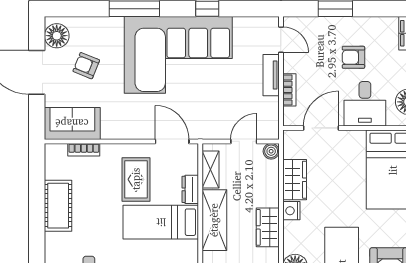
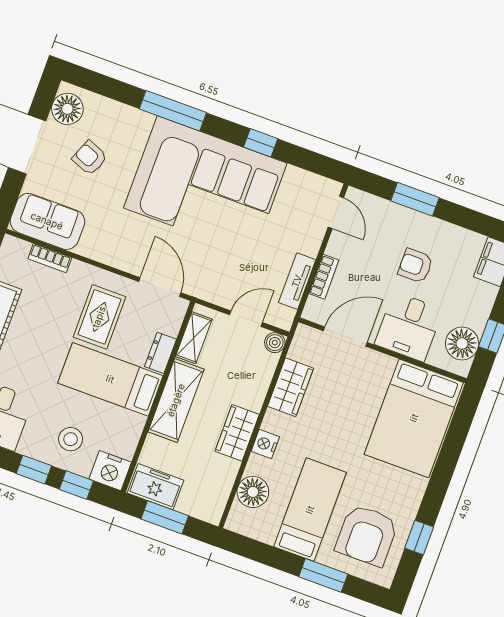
tv unit: (271, 75) -> (297, 281), moved
nightstand: (291, 211) -> (265, 444), moved

